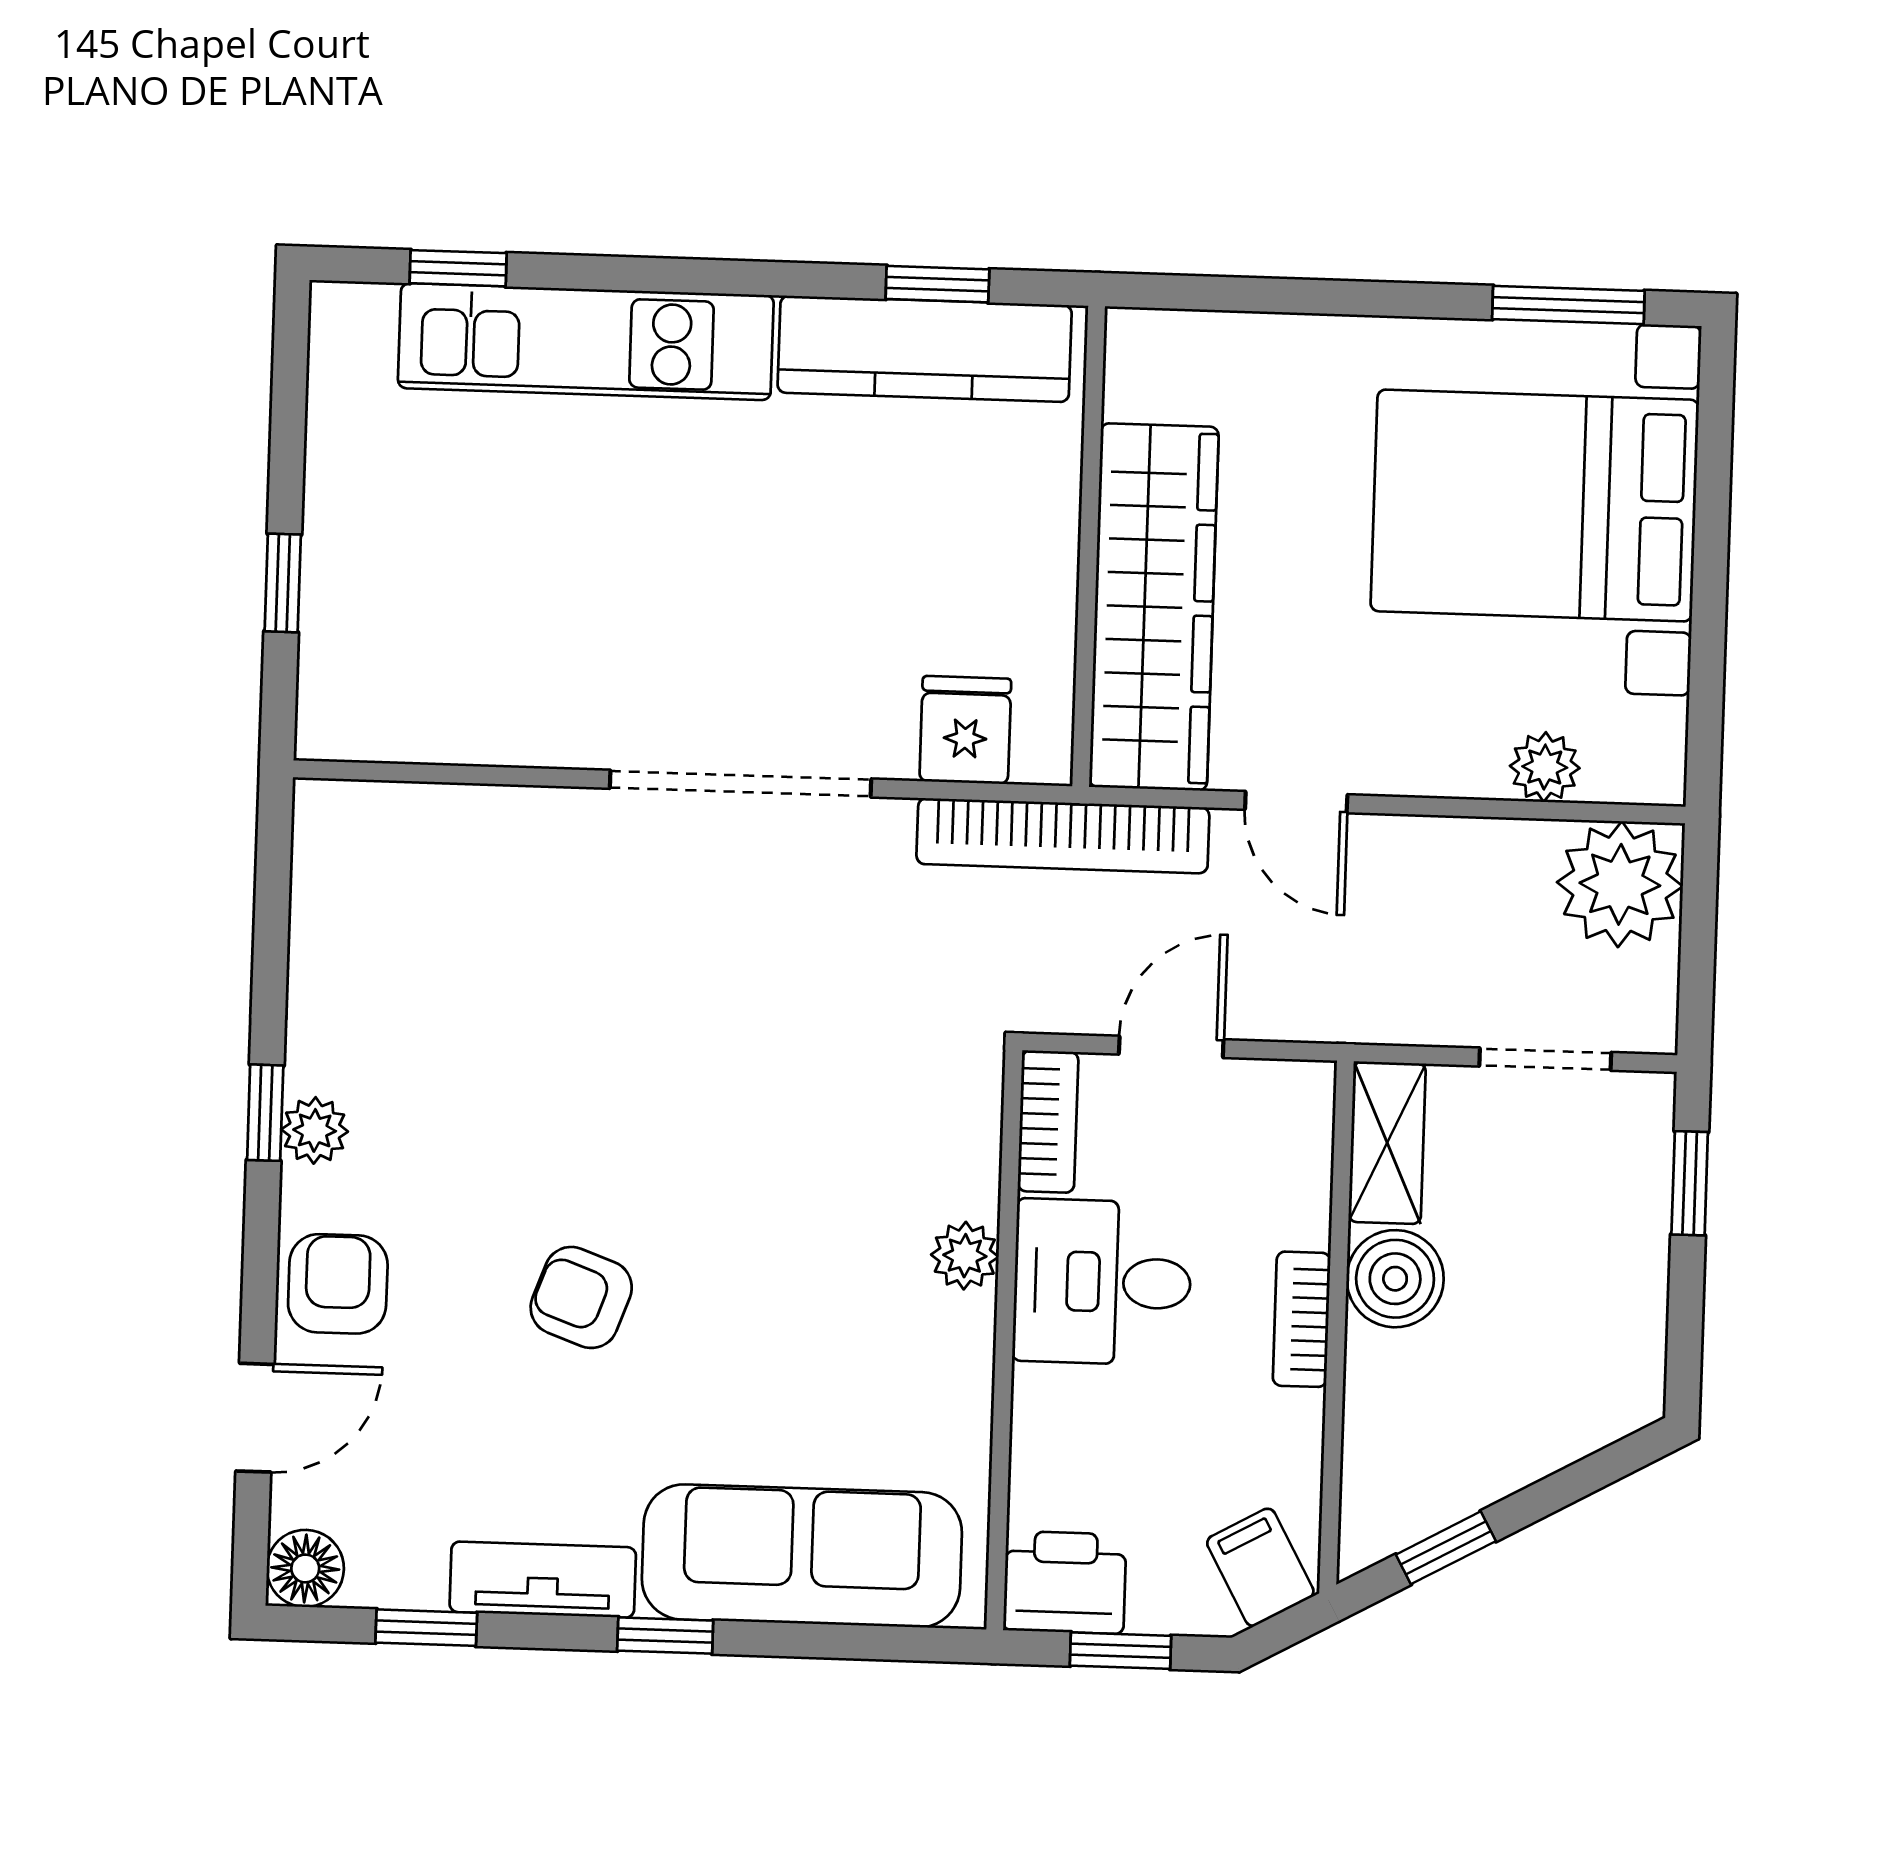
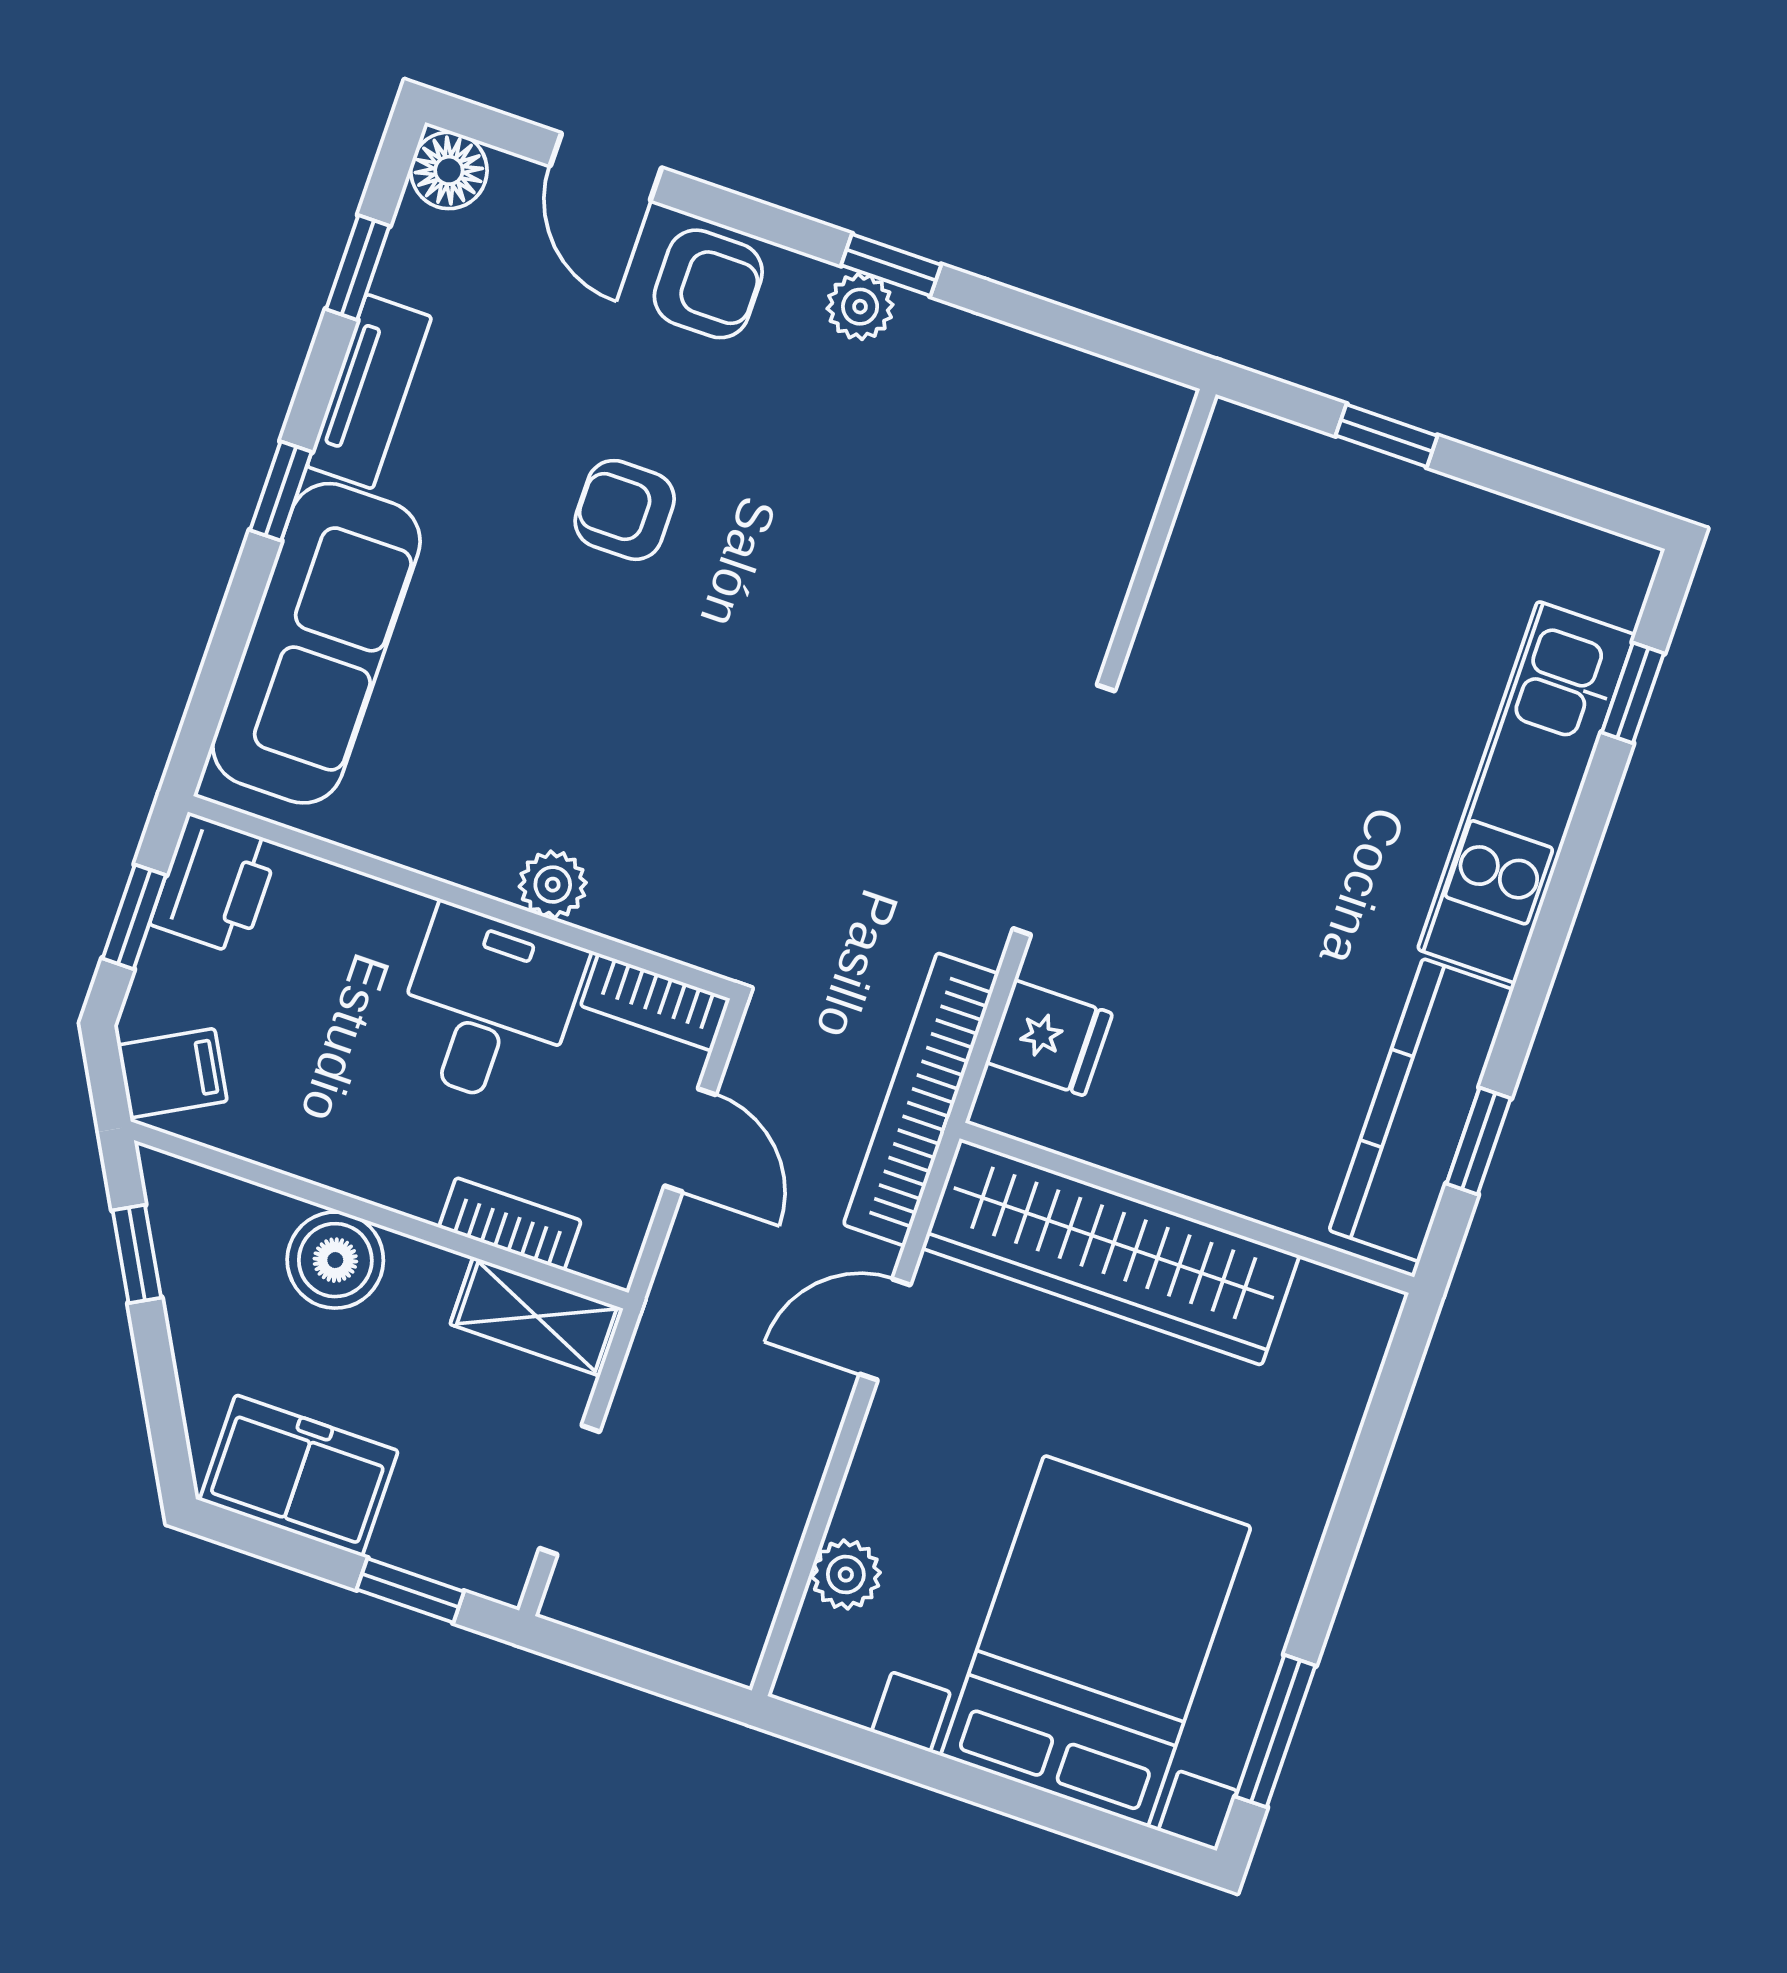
plant: (1620, 884) -> (713, 1611), removed
boiler: (1395, 1279) -> (335, 1260), moved
armchair: (581, 1297) -> (625, 510), turned -110
bookcase: (1302, 1319) -> (510, 1224), moved
freezer: (1612, 1325) -> (299, 1475), added

